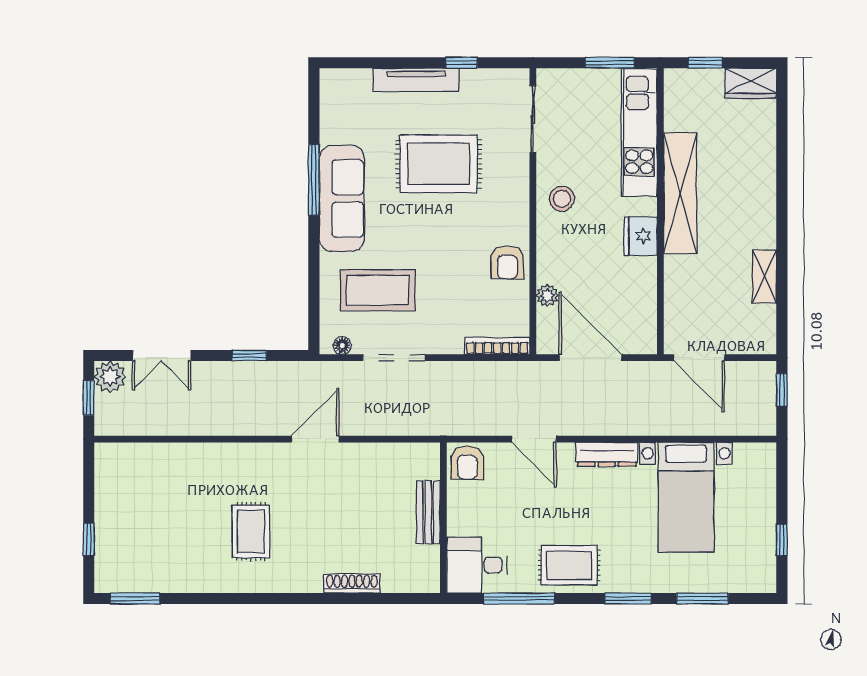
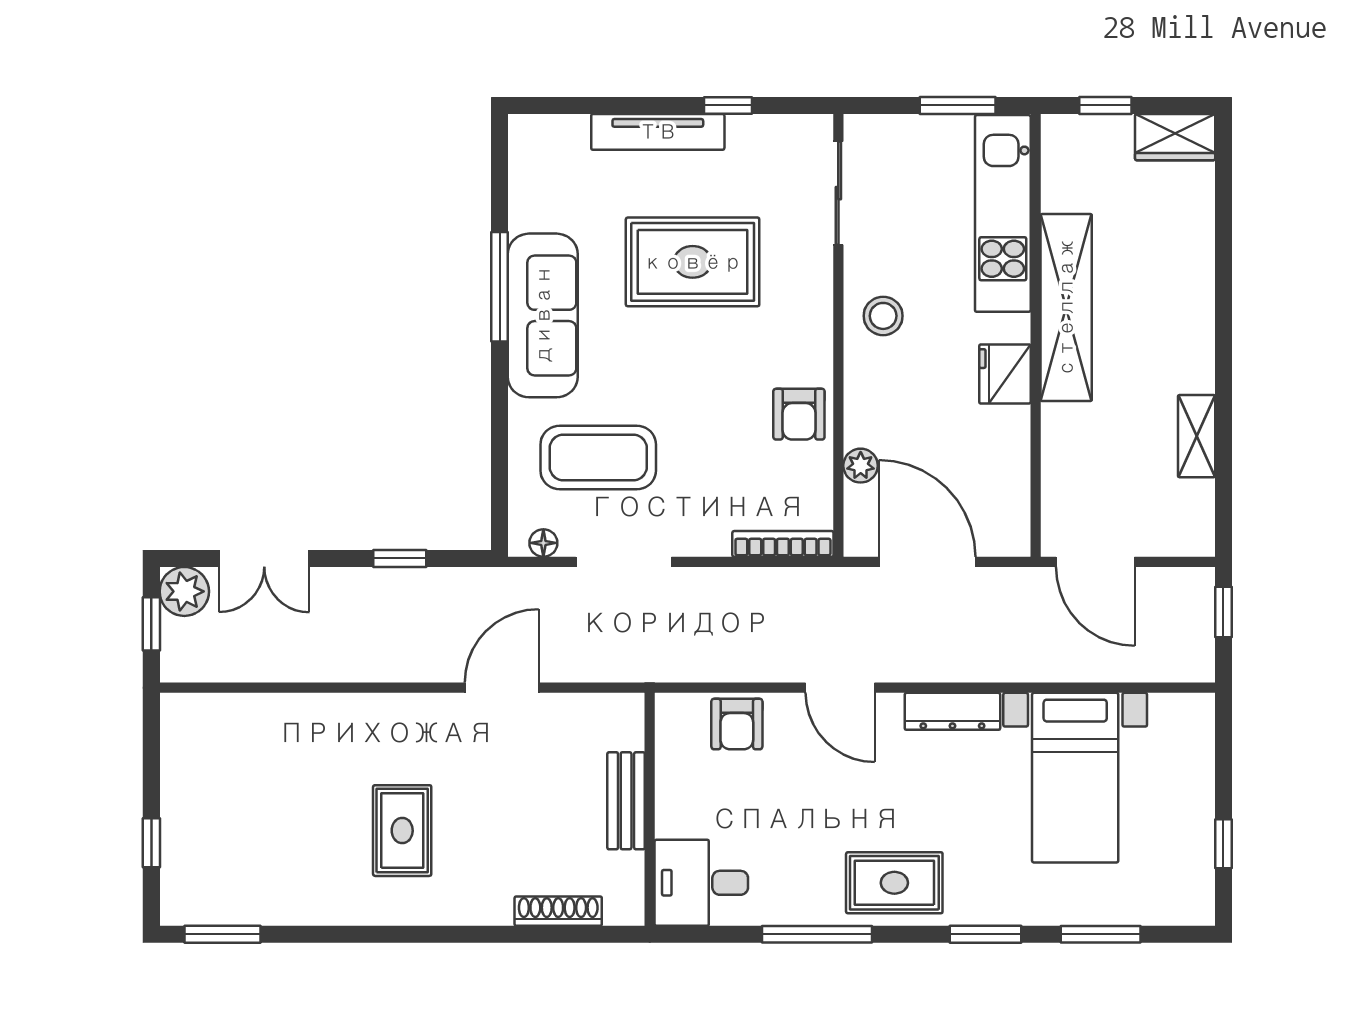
bench: (428, 512) -> (626, 801), moved
wall: (443, 518) -> (650, 809), moved
desk: (477, 565) -> (701, 883), moved

